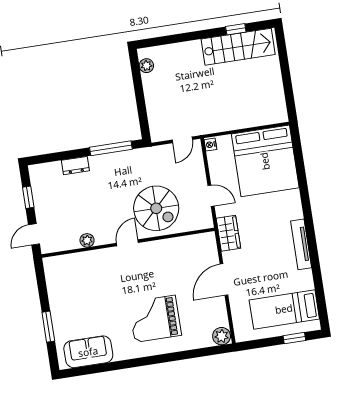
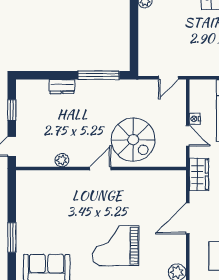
nightstand: (210, 145) -> (195, 119), moved

